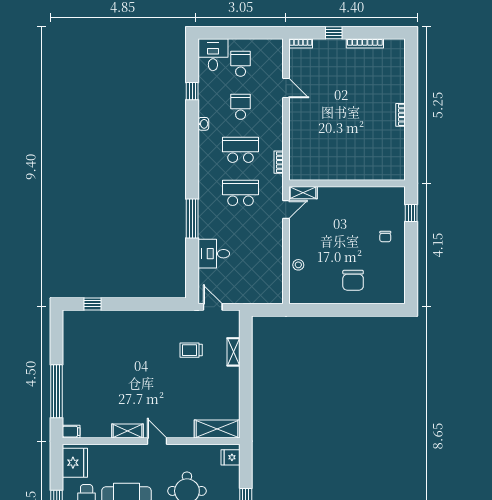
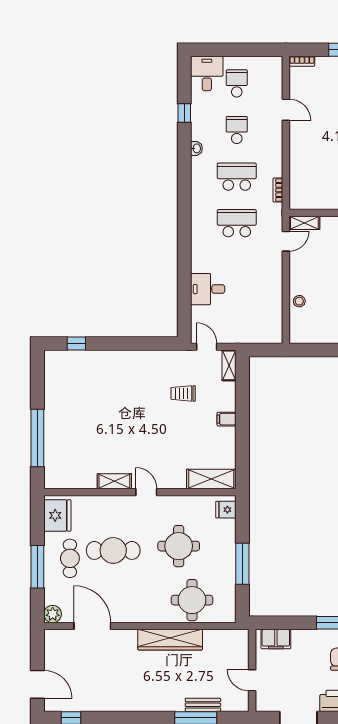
window: (192, 219) -> (184, 251), removed
shelving: (233, 352) -> (229, 365), moved
filing cabinet: (71, 432) -> (227, 419), moved, turned 180

